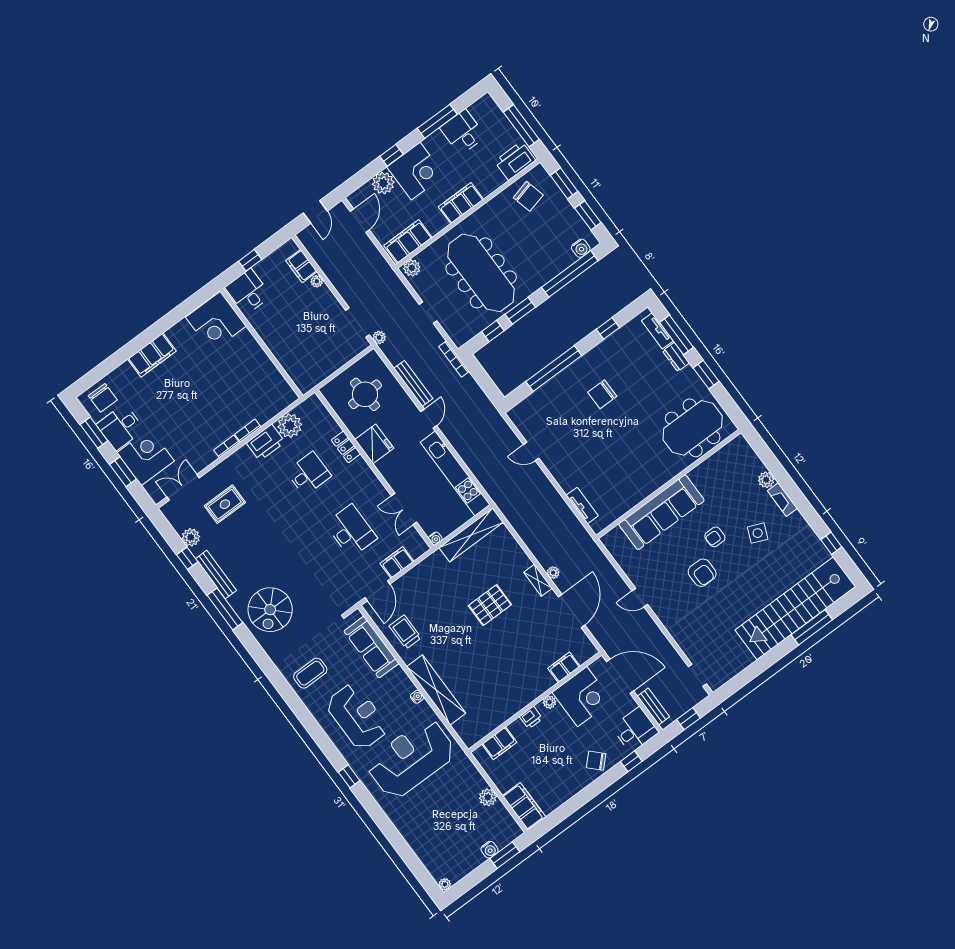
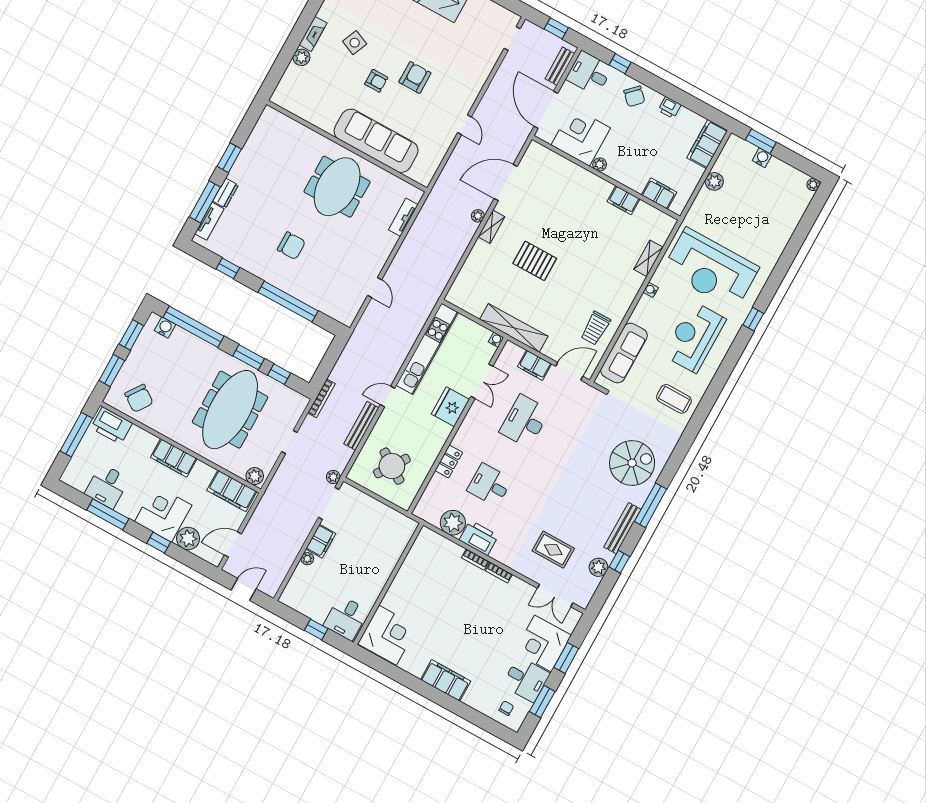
chair: (528, 196) -> (139, 398), turned 139
filing cabinet: (301, 266) -> (321, 541), moved
round table: (365, 394) -> (392, 466), turned 37
chair: (103, 398) -> (506, 708), width x0.54, depth x0.54
meeting table: (693, 428) -> (337, 187), moved, turned 90
fridge: (374, 444) -> (450, 407), moved
shelving: (471, 535) -> (514, 328), moved
filing cabinet: (564, 667) -> (624, 200), moved
shelving: (436, 690) -> (648, 258), width x0.45, depth x0.75
printer: (531, 718) -> (670, 107), moved, turned 180

